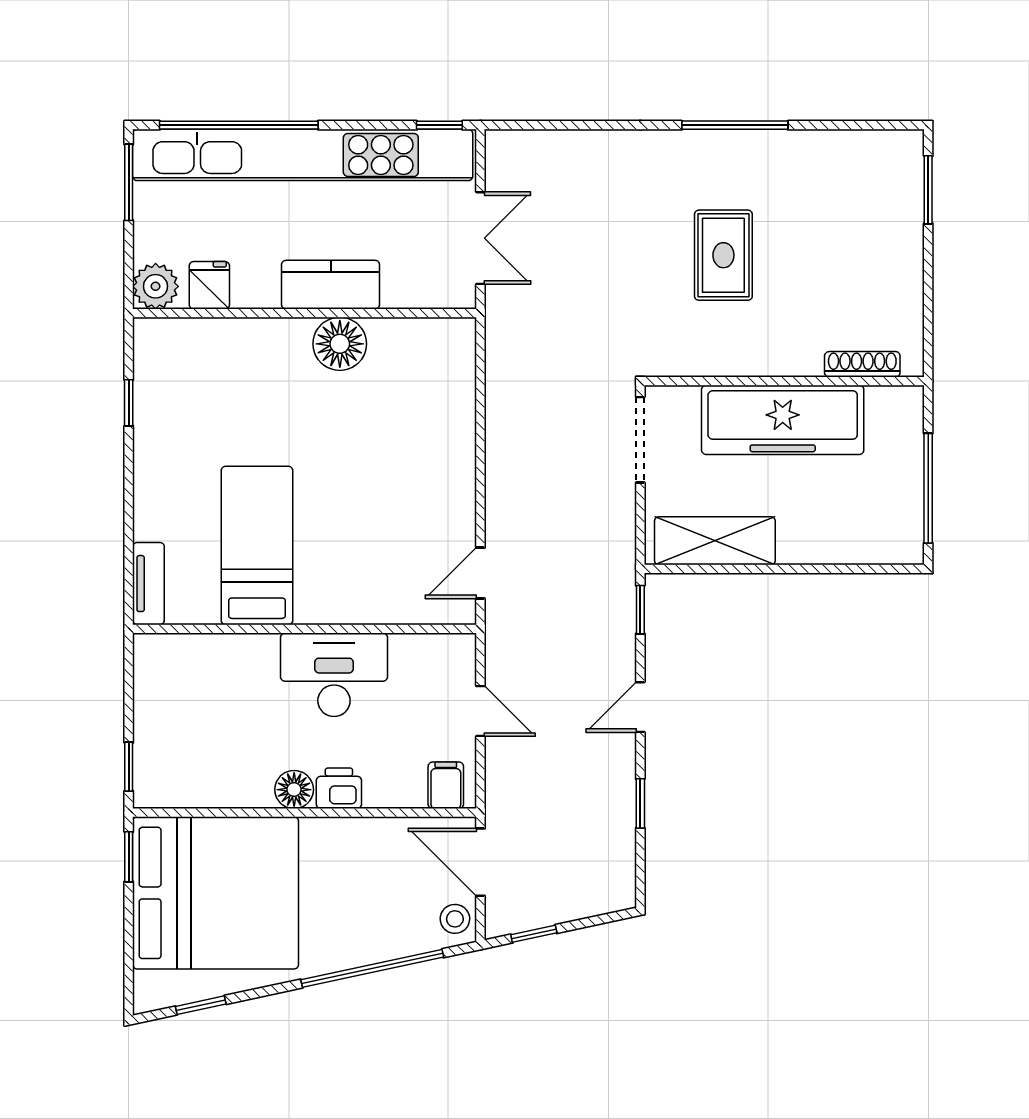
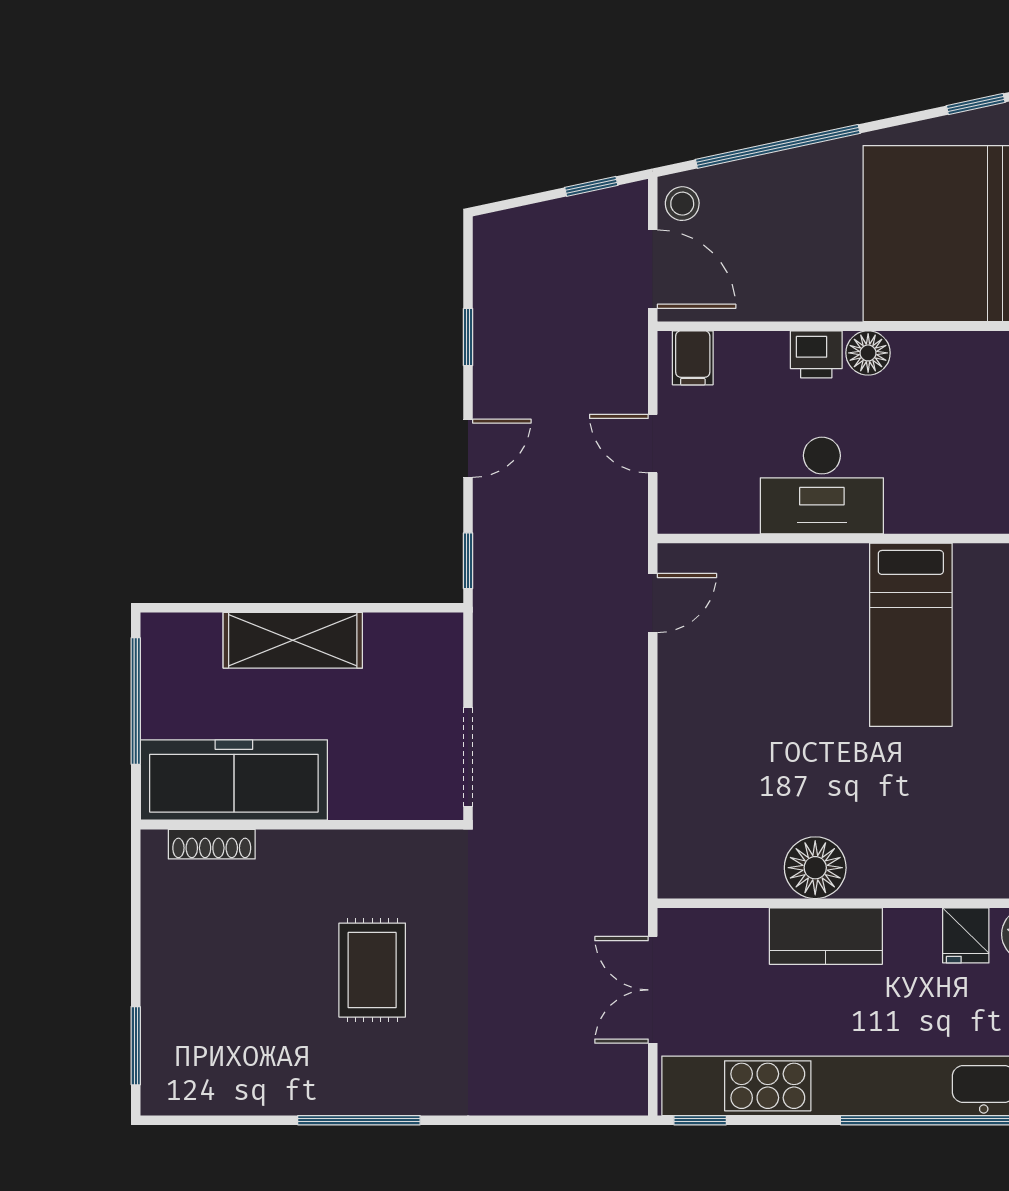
freezer: (783, 420) -> (234, 780), moved
shelving: (715, 541) -> (293, 640), moved

